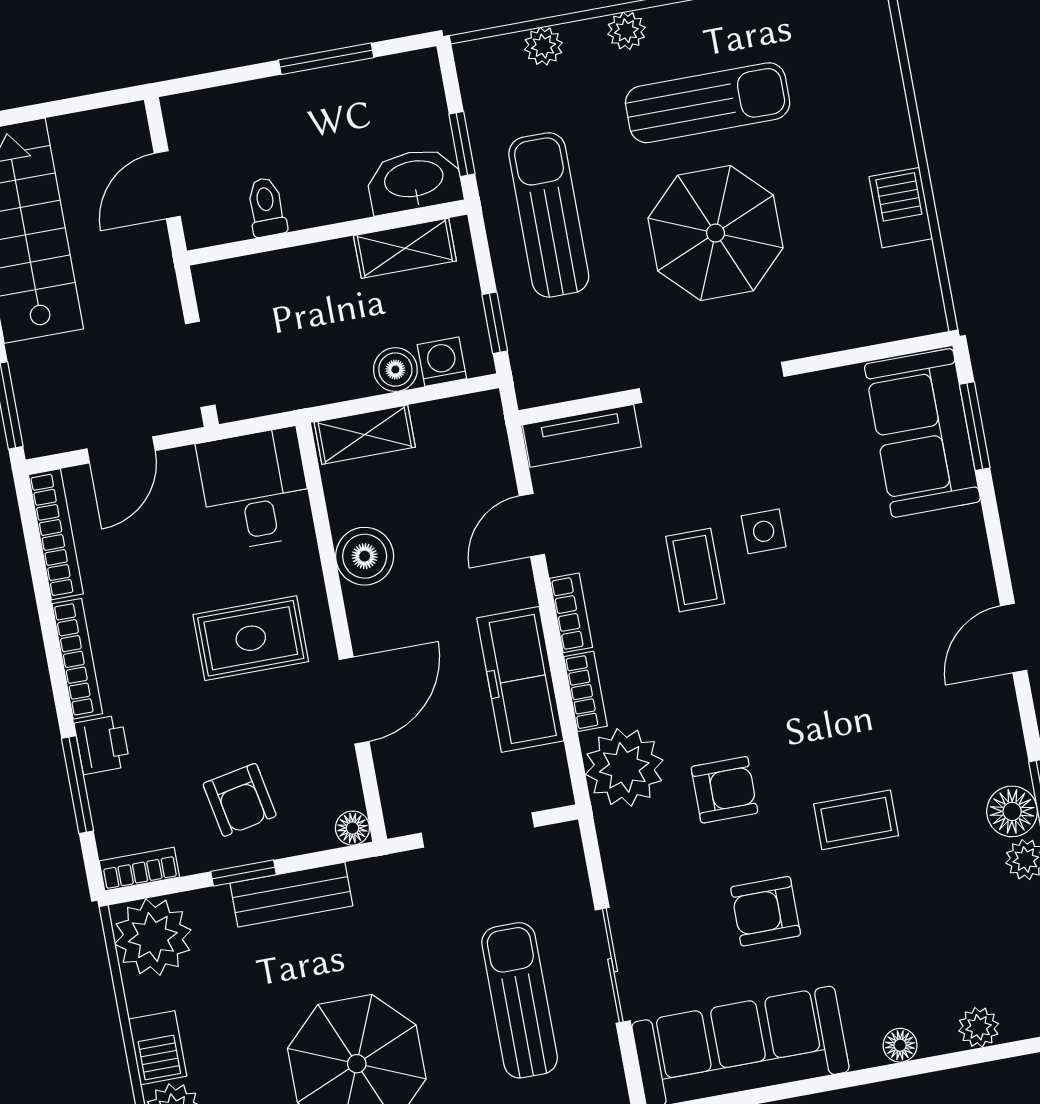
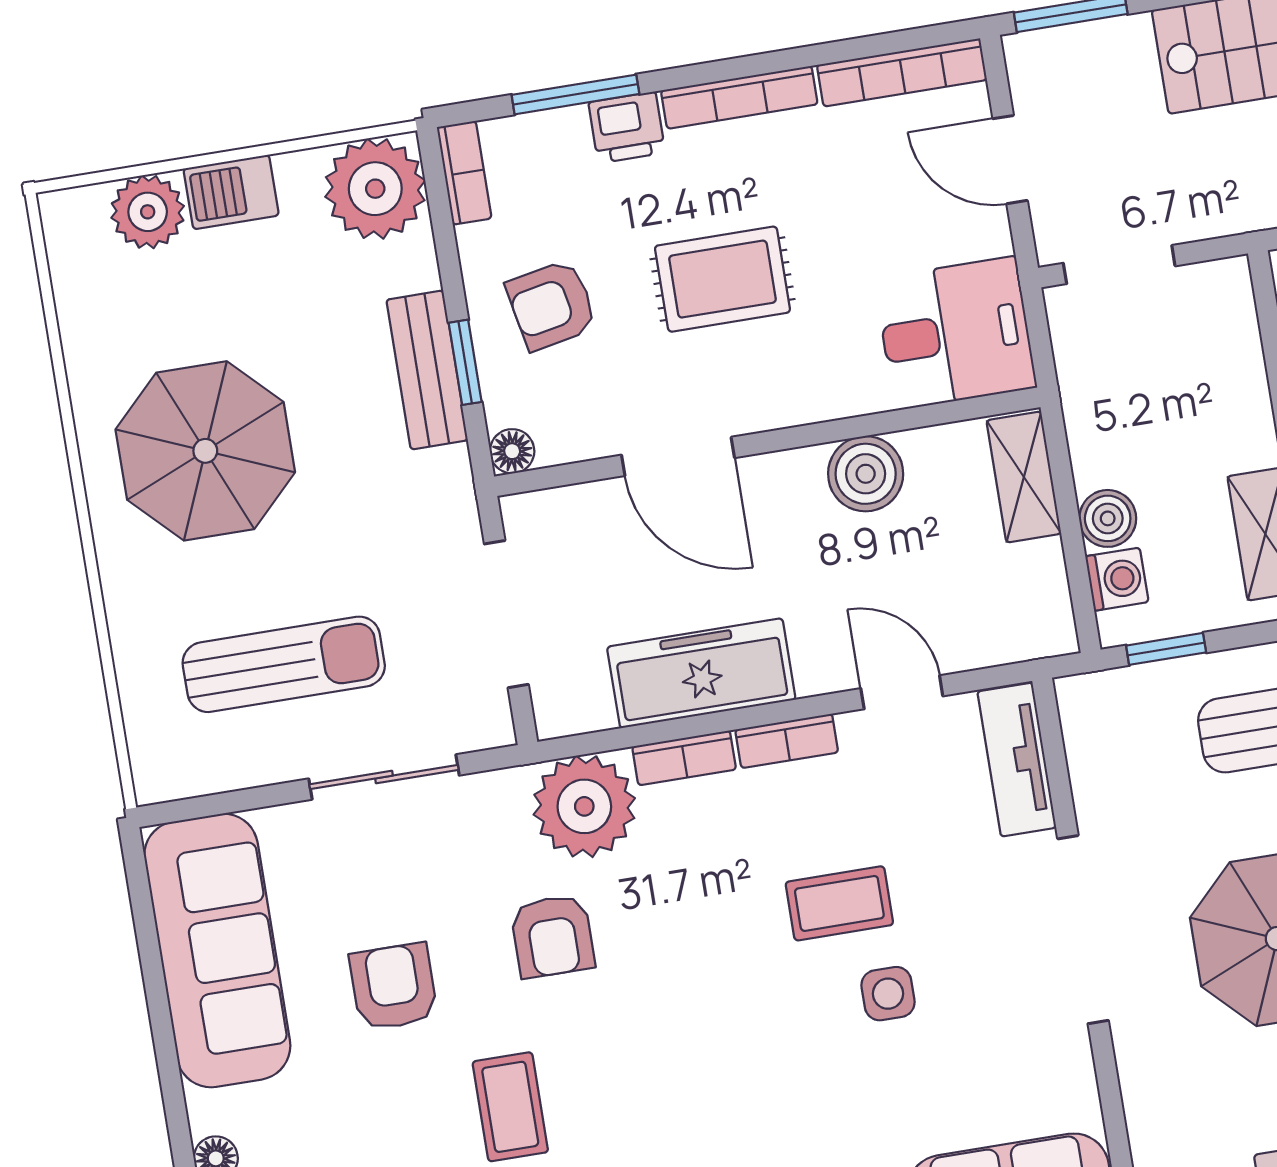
rug: (251, 638) -> (722, 279), moved, turned 90
window: (244, 873) -> (465, 362), moved
sliding door: (613, 965) -> (384, 777), moved

